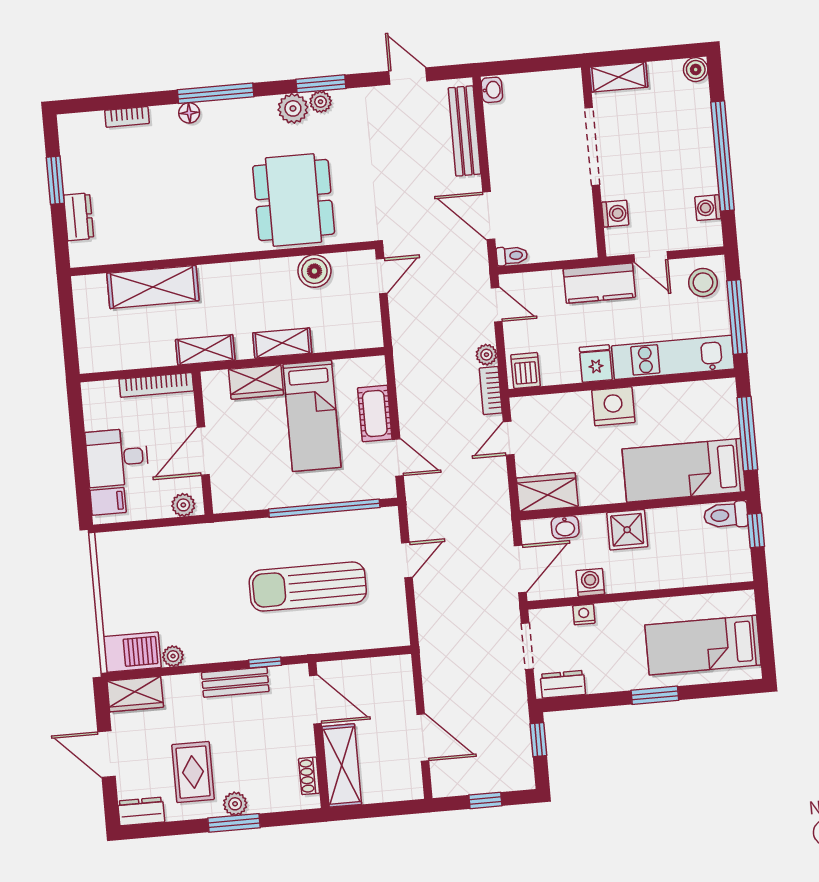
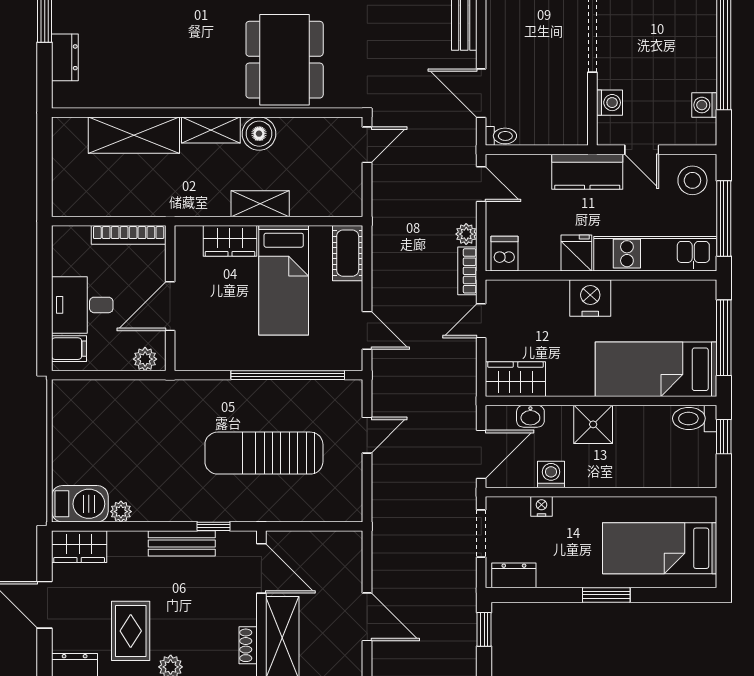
boiler: (314, 271) -> (259, 134), moved
shelving: (205, 350) -> (211, 130), moved
cot: (375, 413) -> (348, 253), moved

